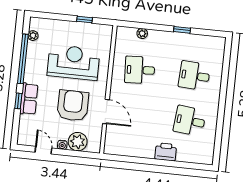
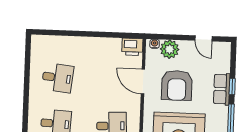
water cooler: (62, 145) -> (155, 44), moved
printer: (166, 152) -> (132, 47), moved

